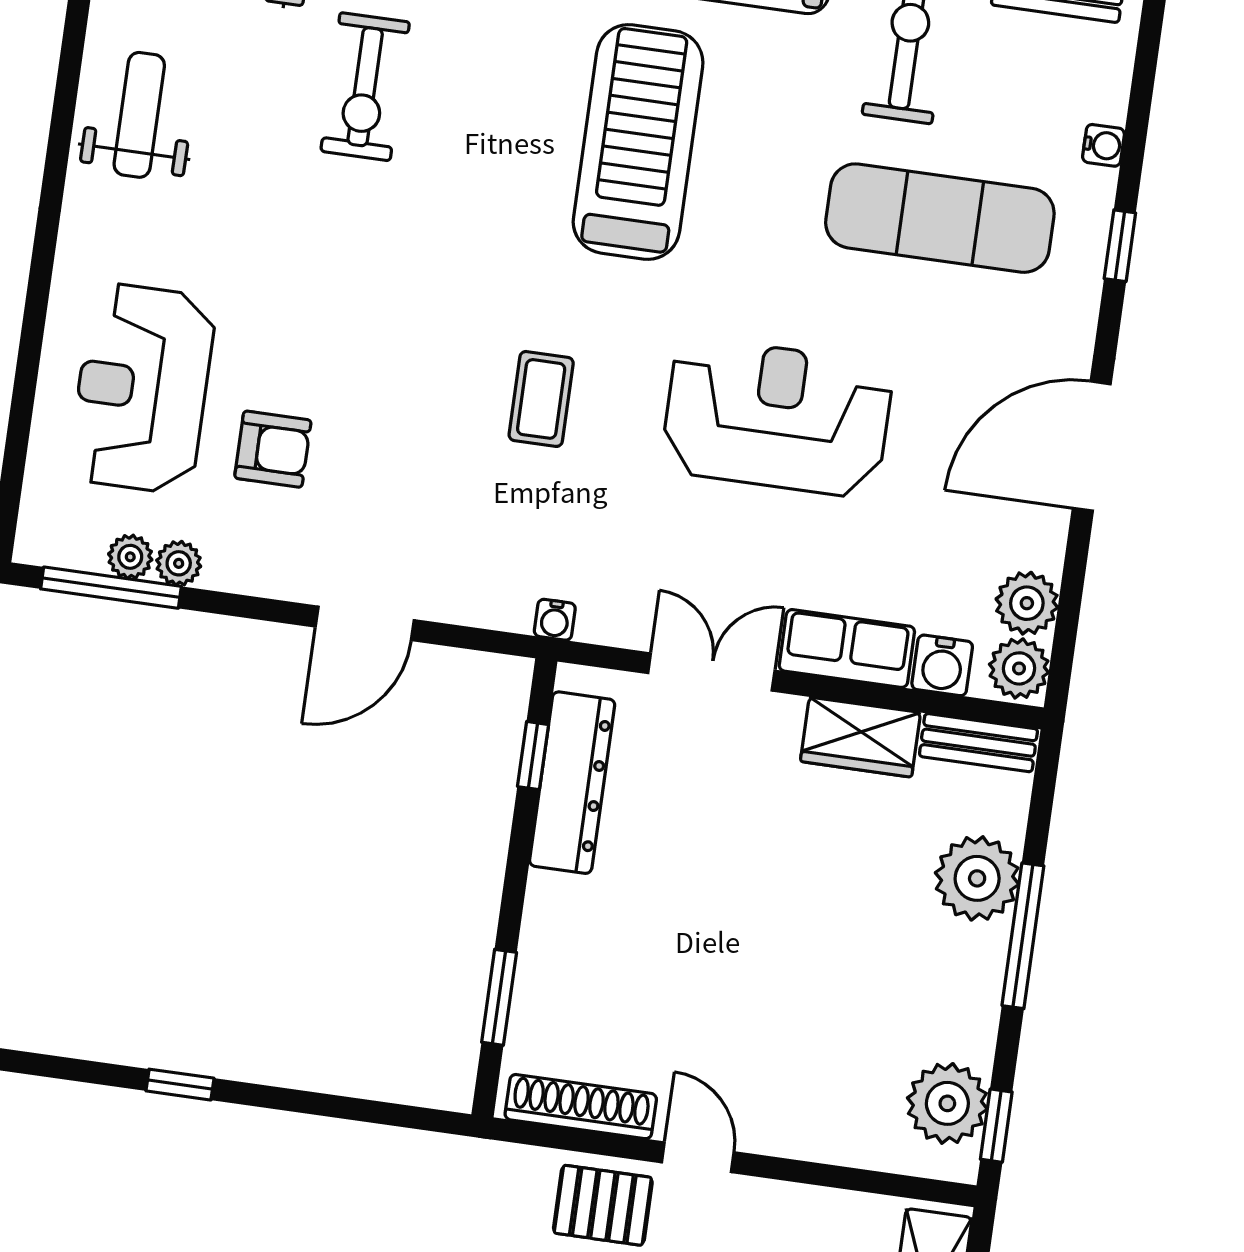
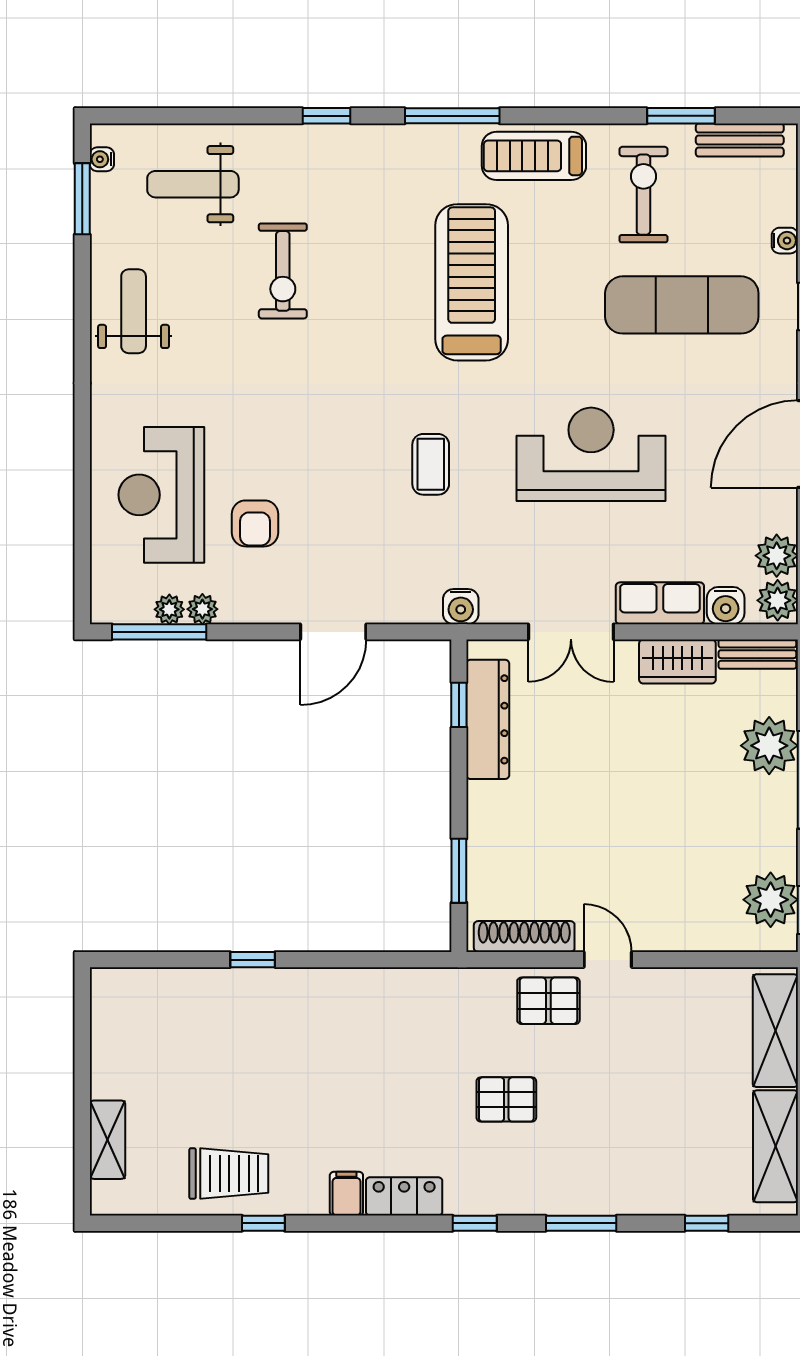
armchair: (273, 449) -> (255, 523), turned 90
water cooler: (555, 620) -> (461, 607), width x1.38, depth x1.38
double door: (711, 672) -> (571, 632), swing flipped

